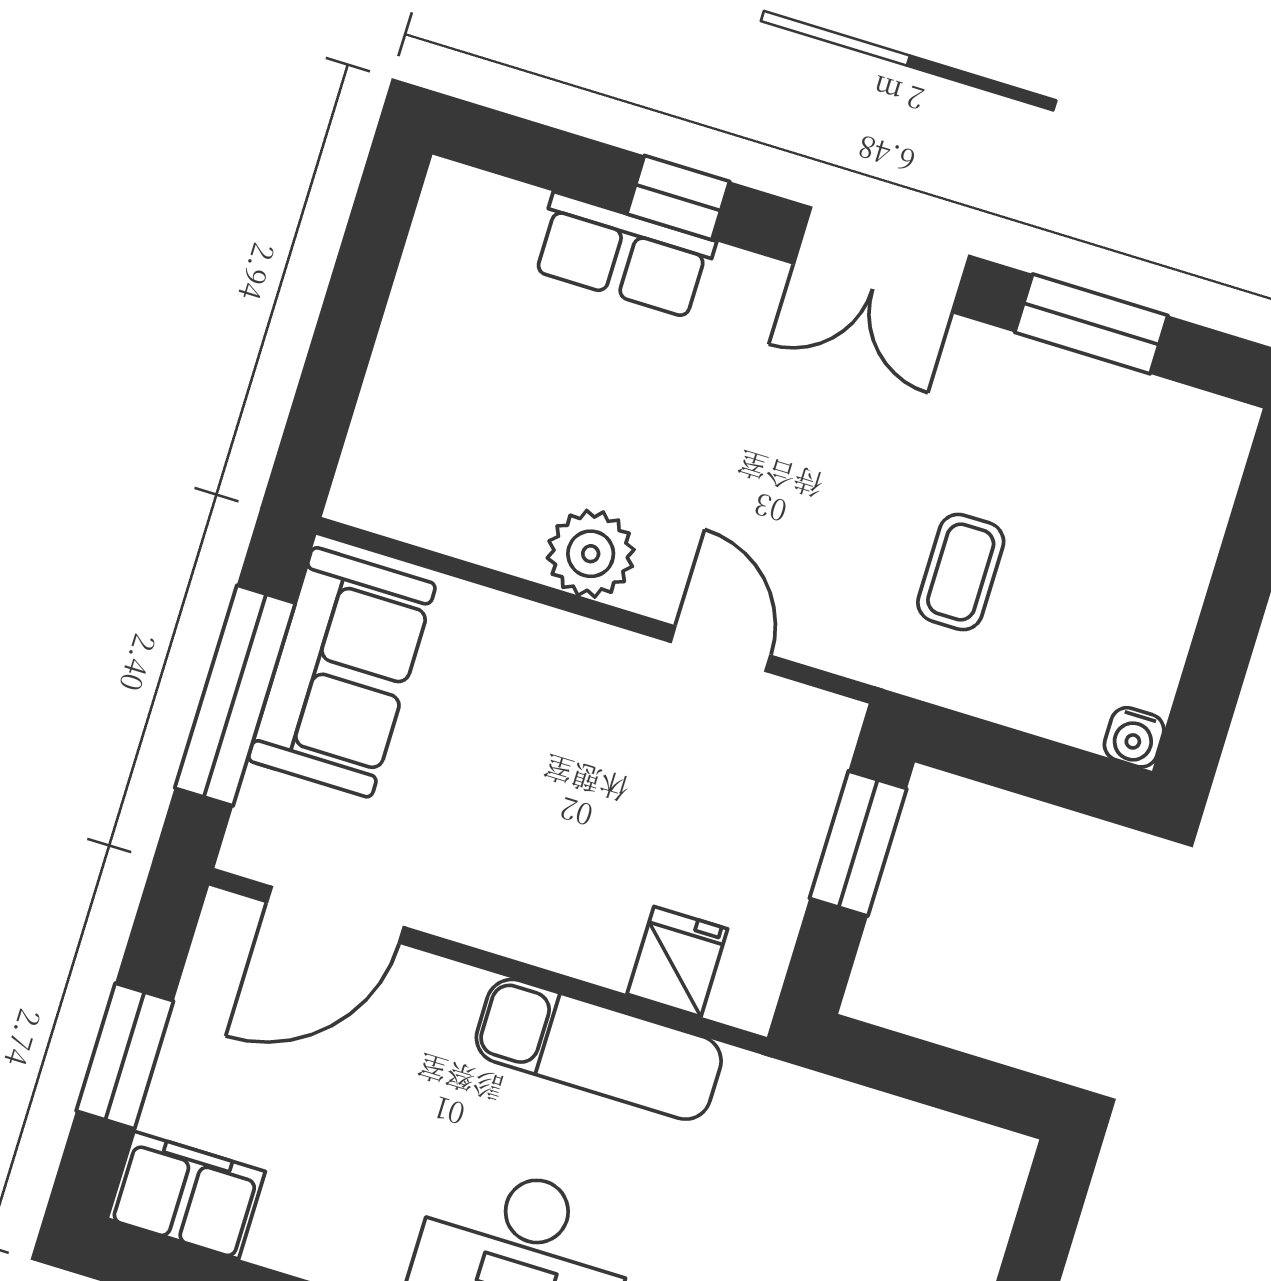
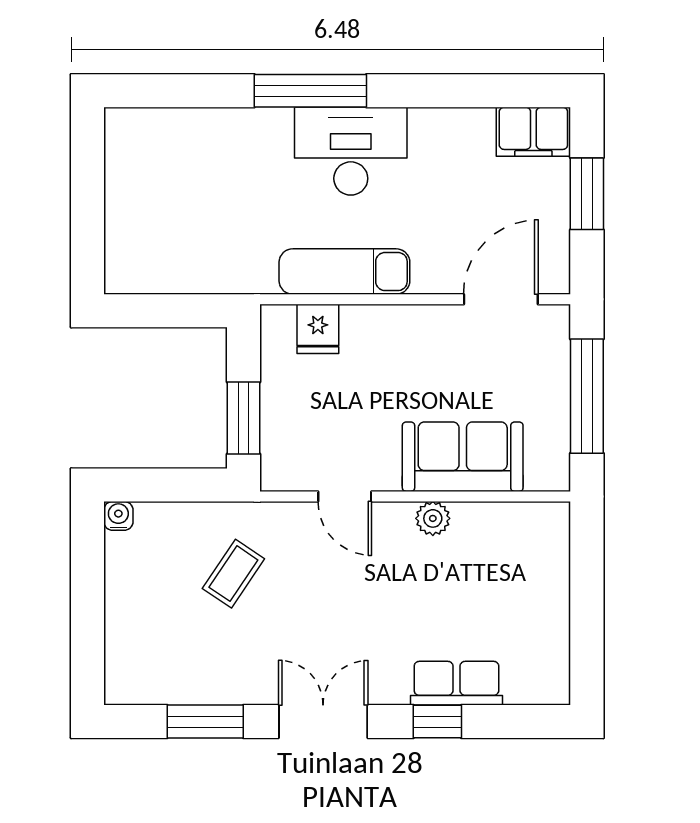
plant: (591, 554) -> (433, 518), width x0.73, depth x0.73
coffee table: (961, 572) -> (233, 574), turned 34
sofa: (342, 672) -> (463, 457), moved, turned 90

